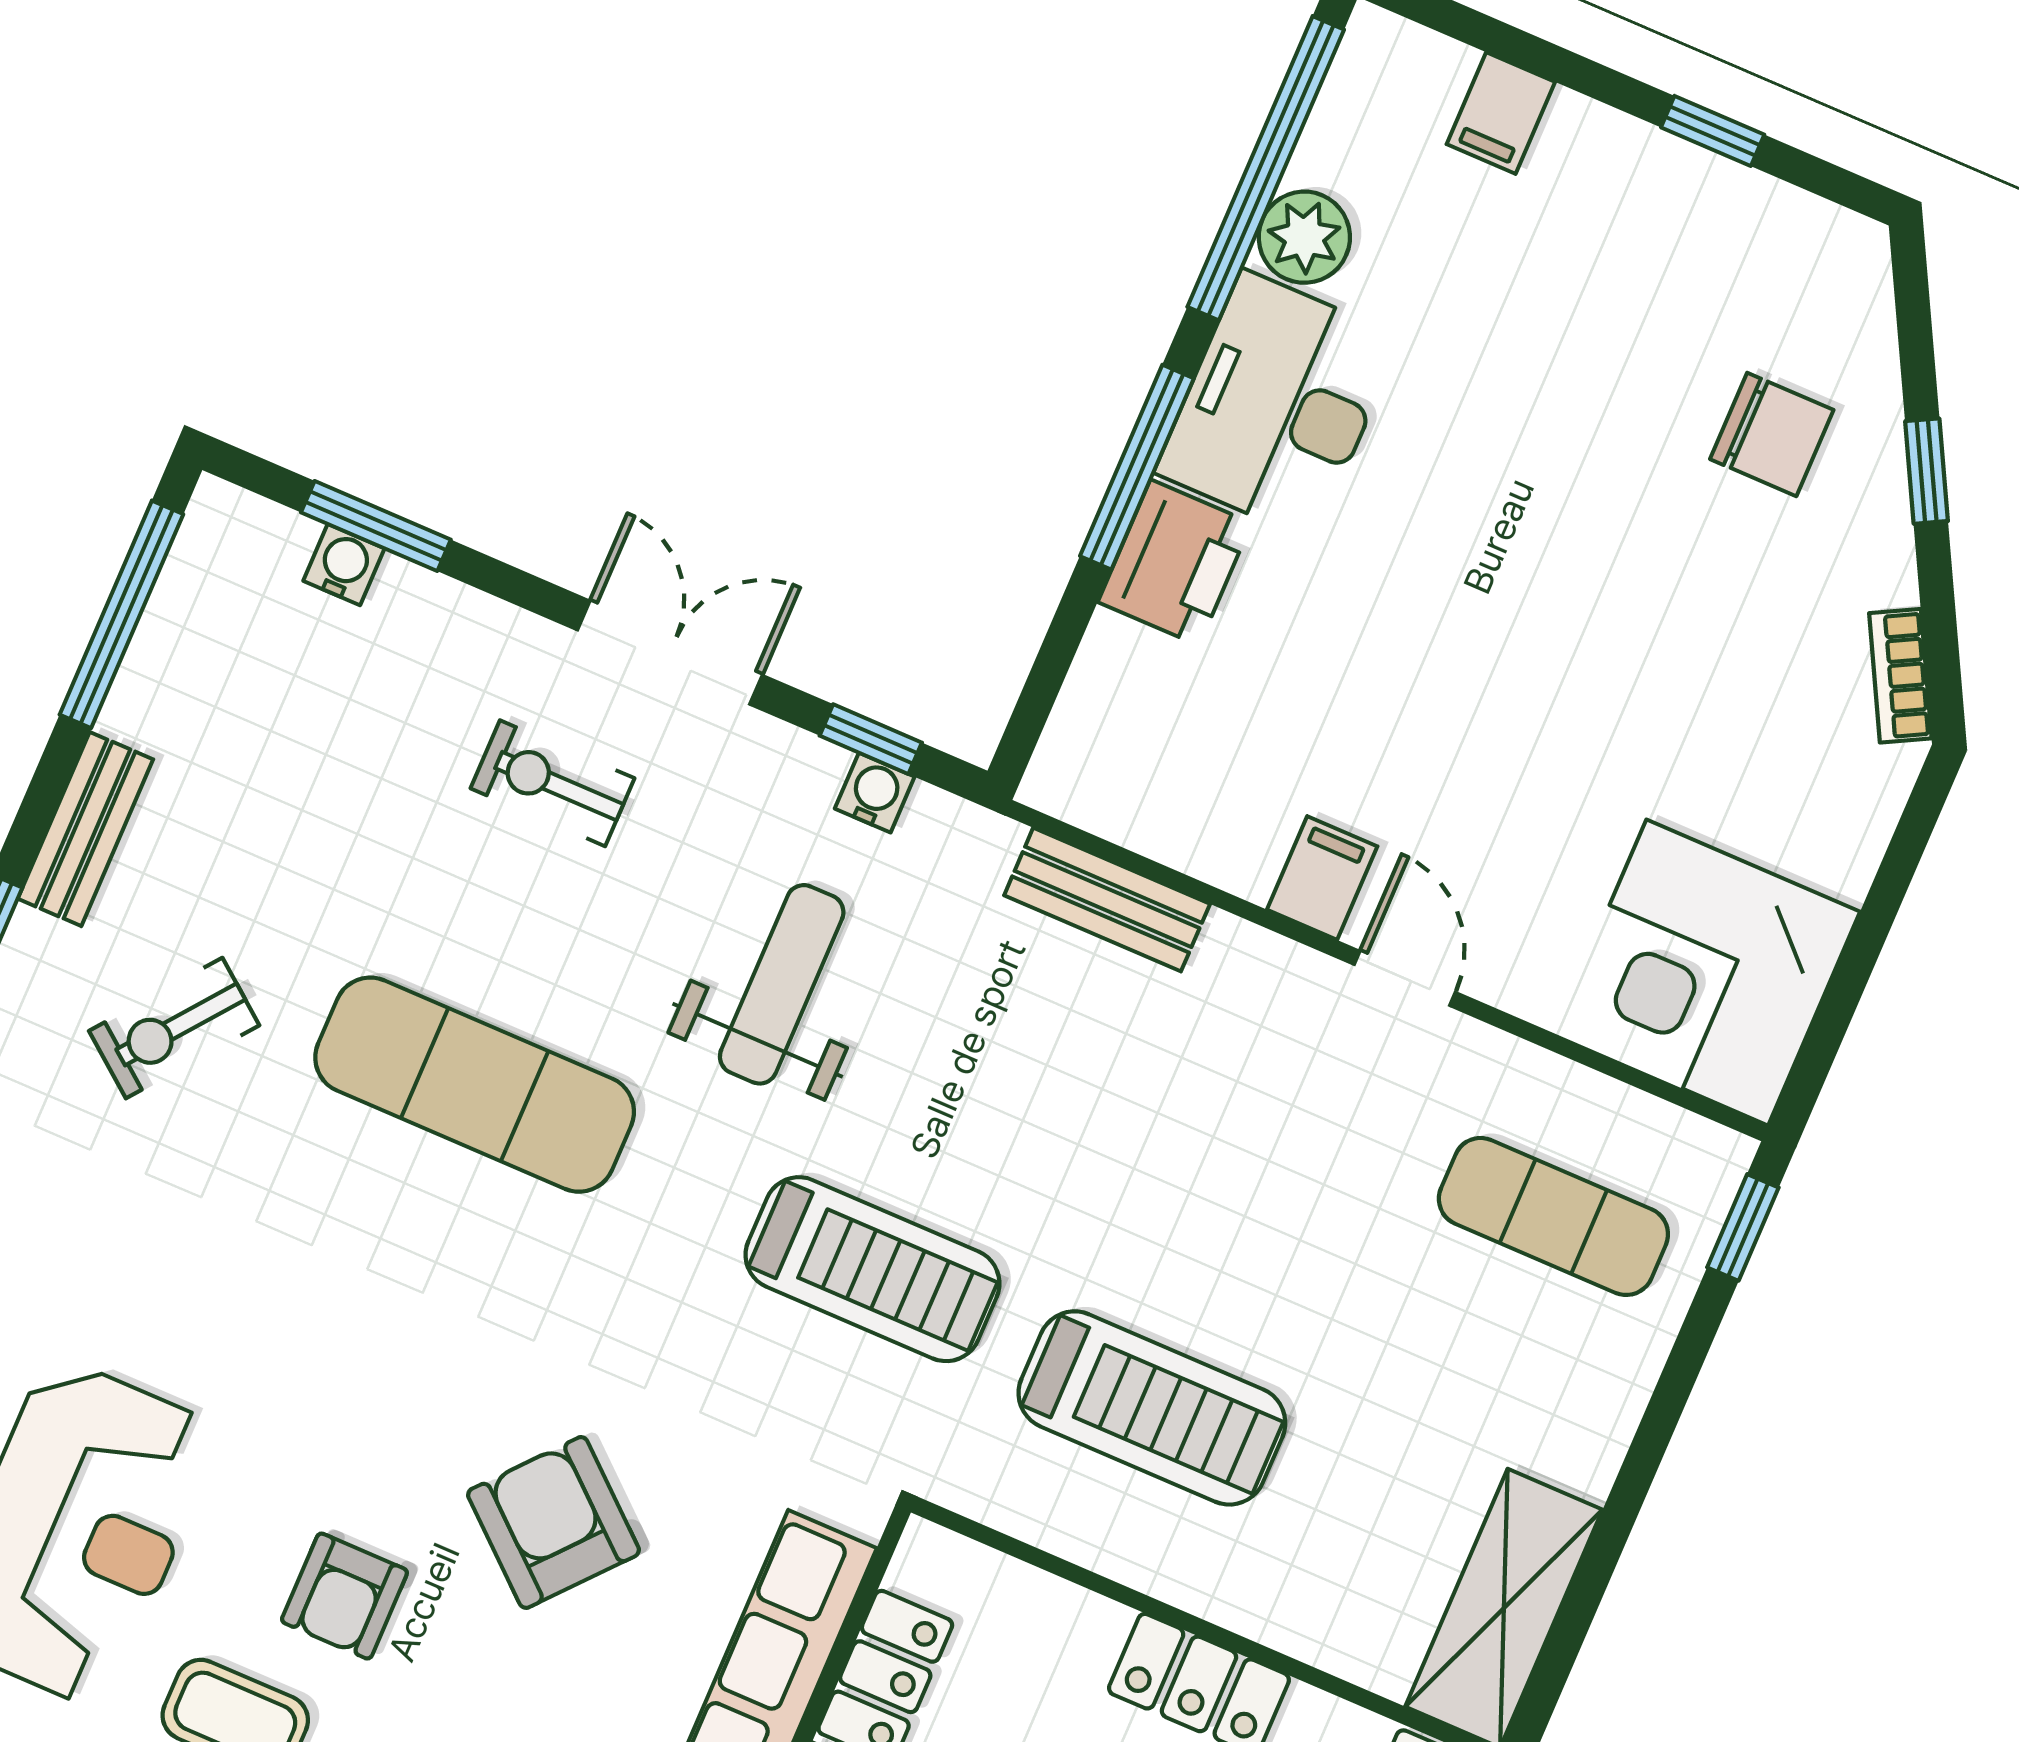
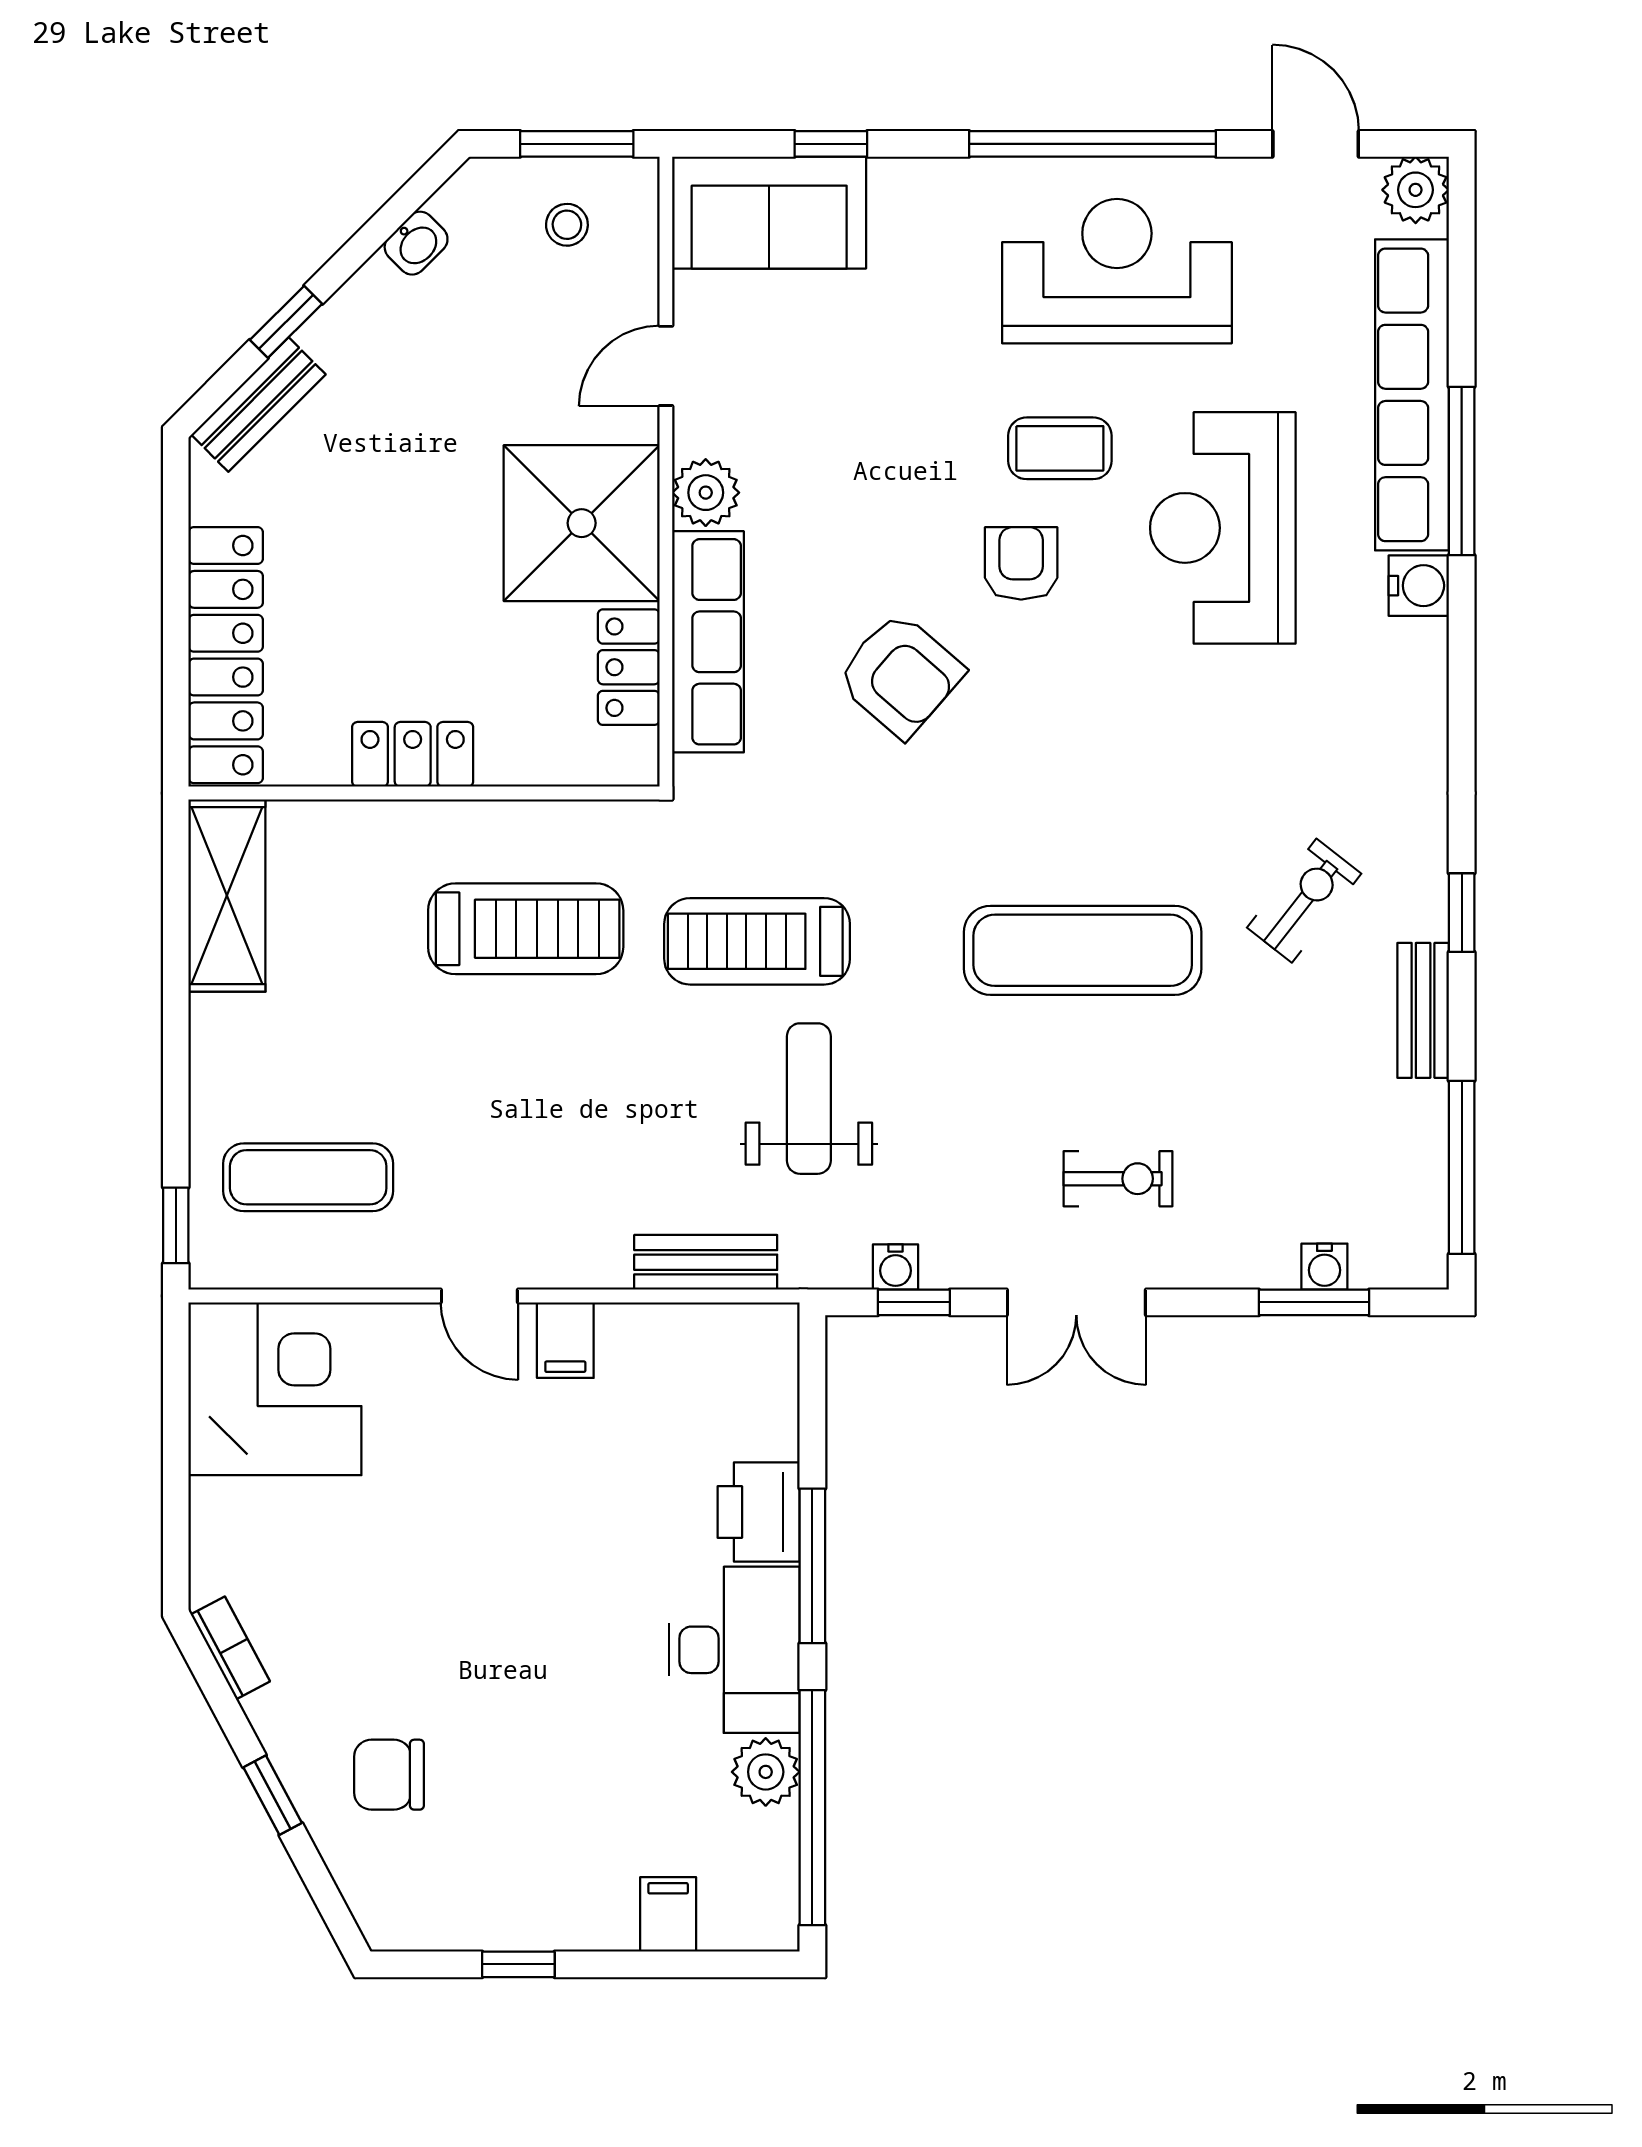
weight bench: (782, 984) -> (809, 1099), moved, turned 180
treadmill: (1152, 1408) -> (526, 929), turned 180

